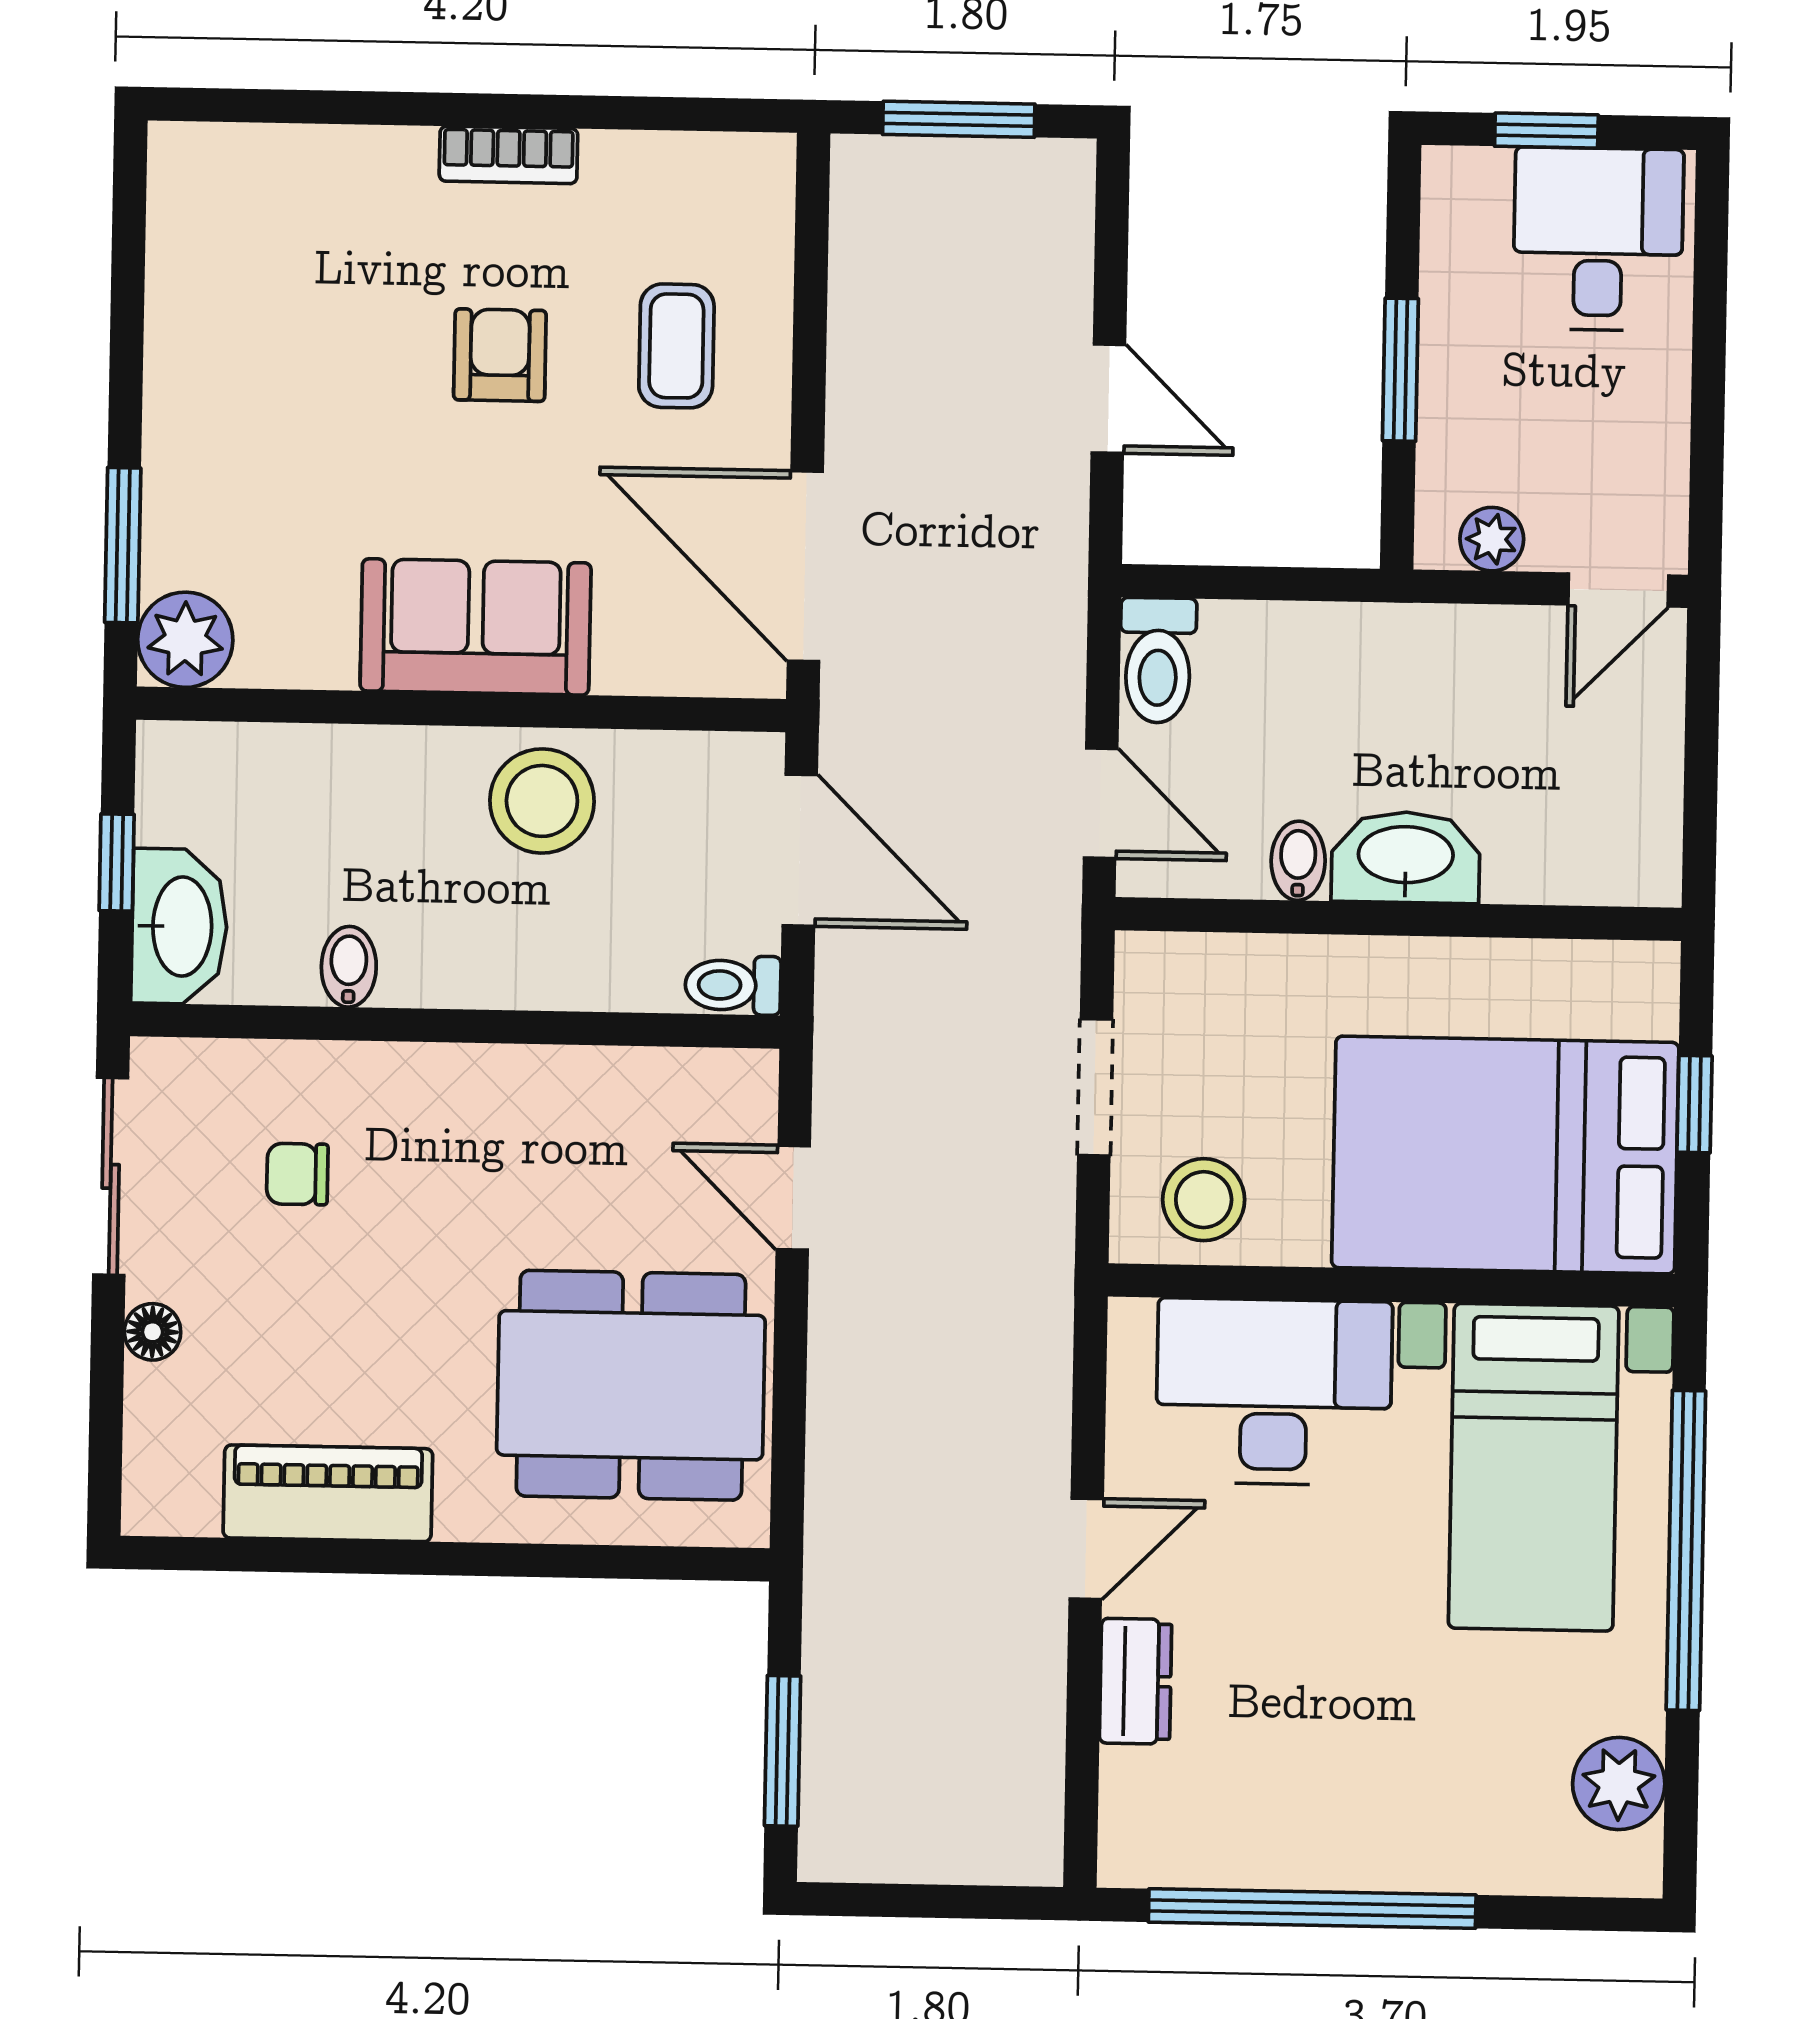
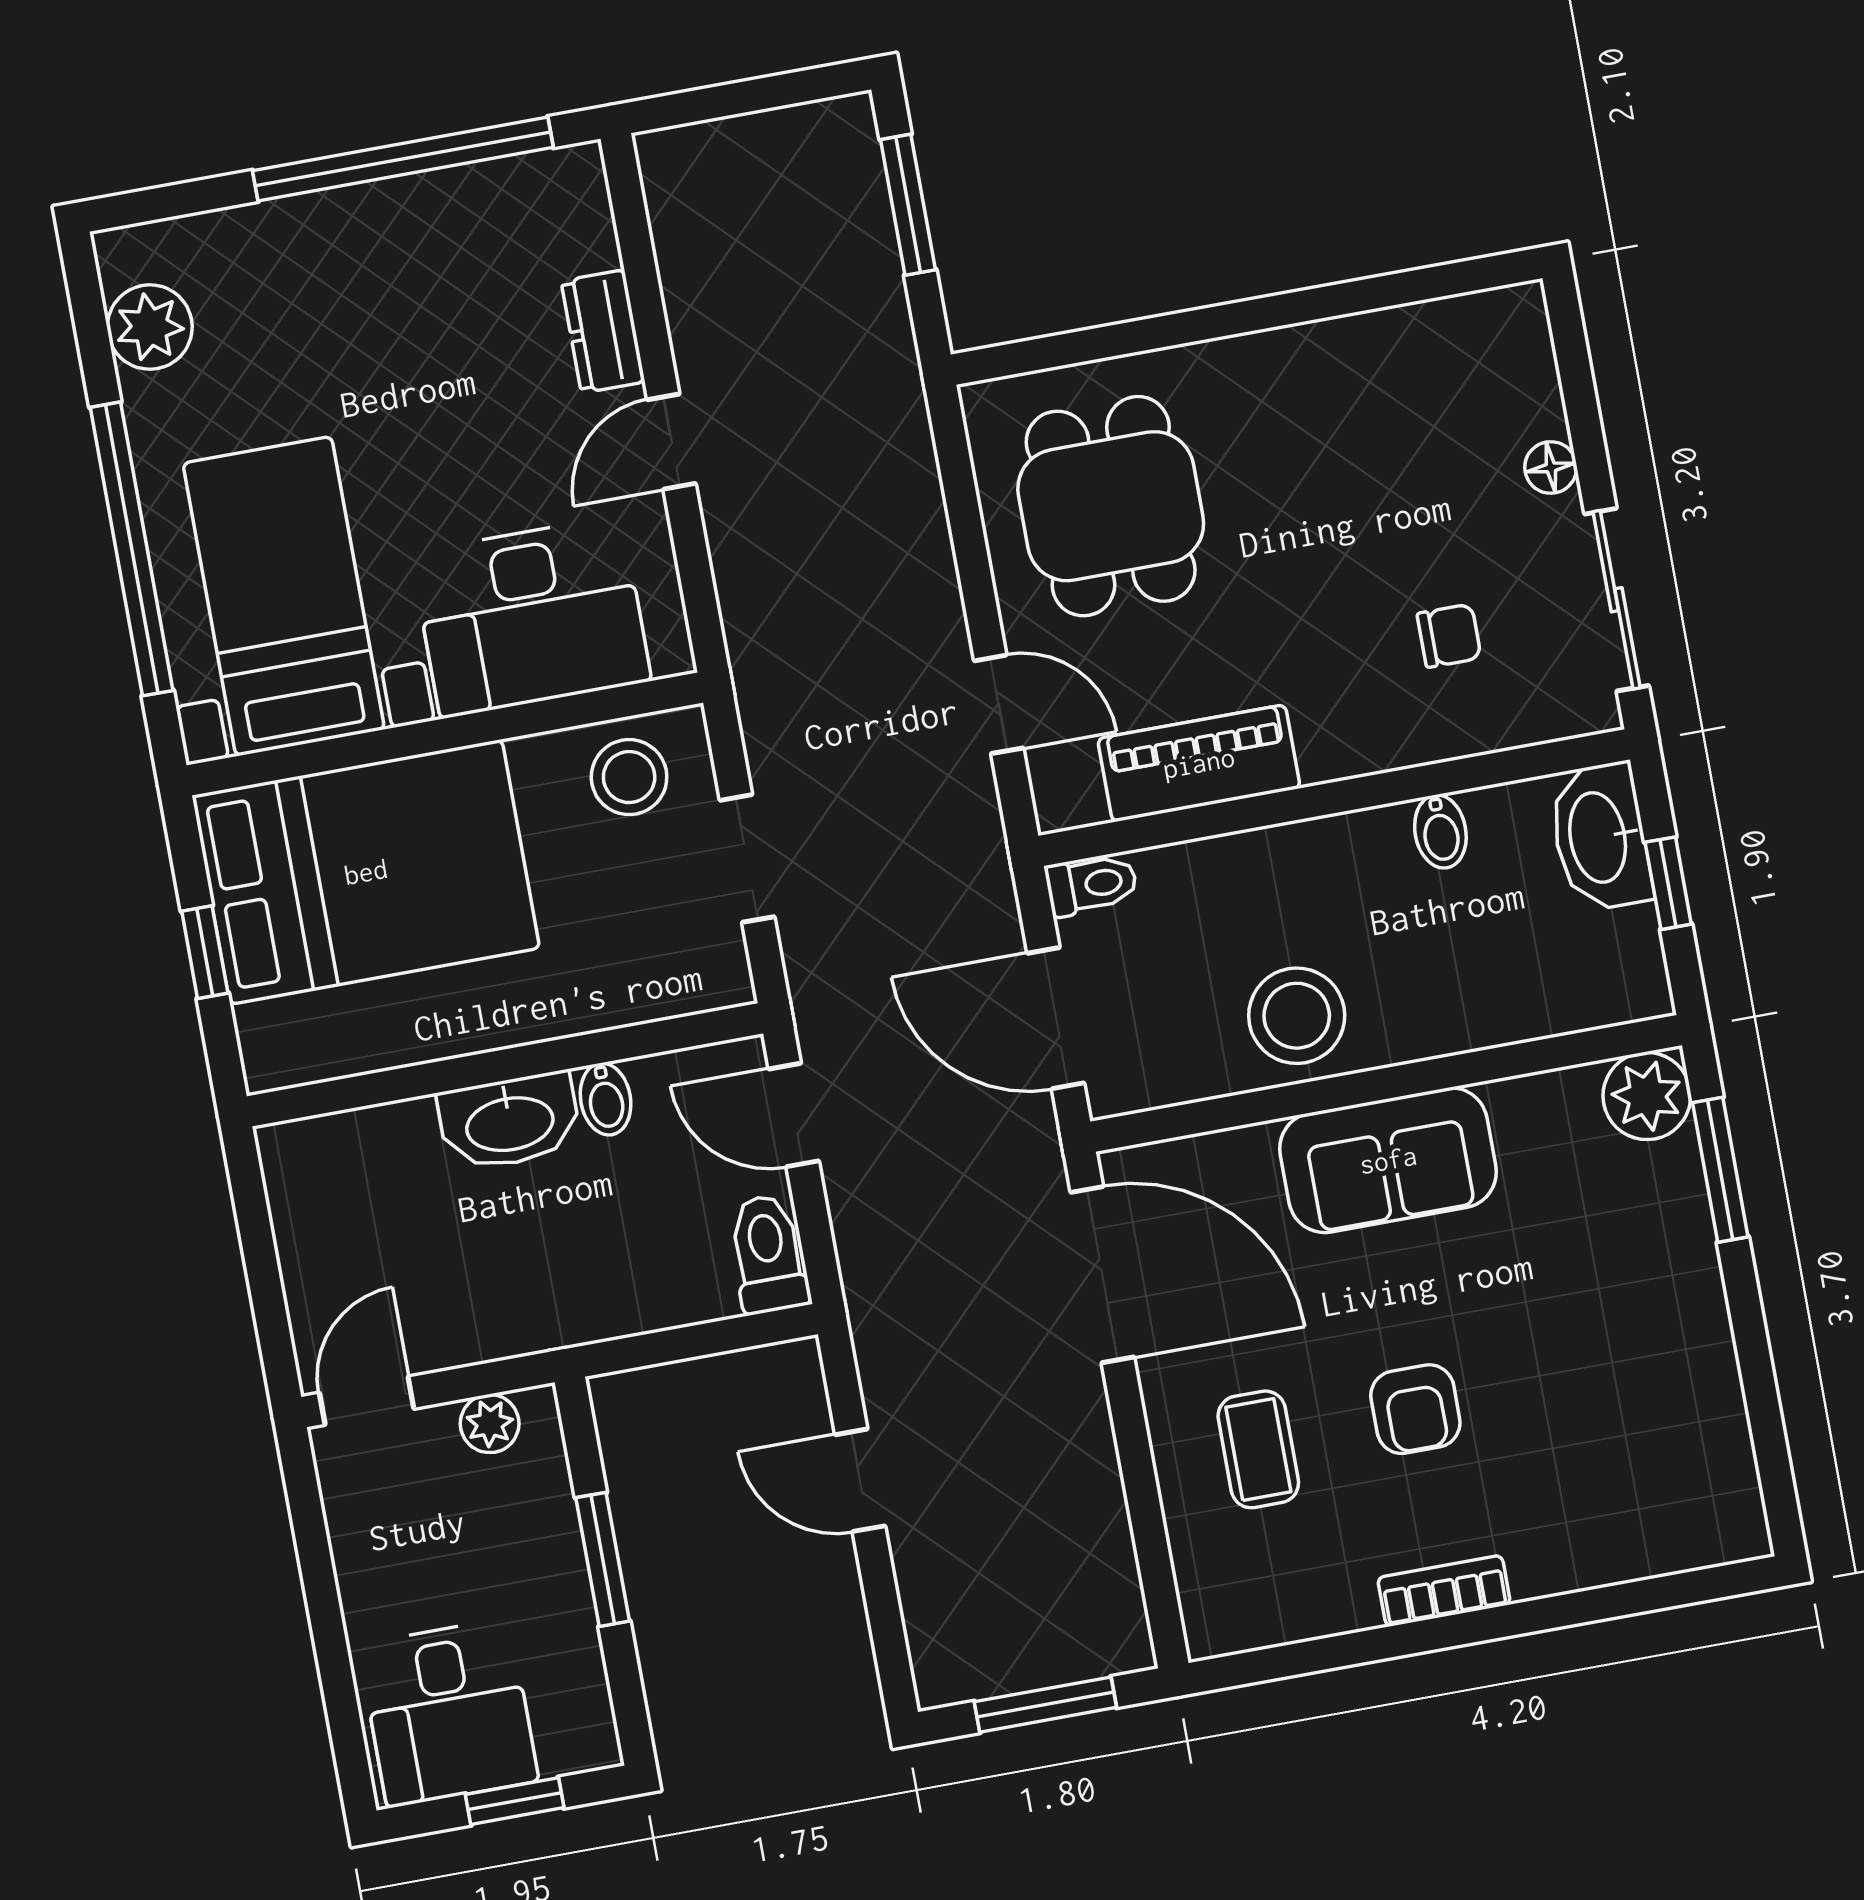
dining table: (631, 1385) -> (1111, 506), width x0.73
piano: (328, 1493) -> (1199, 763), moved, turned 180

